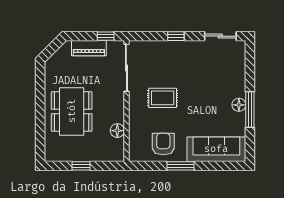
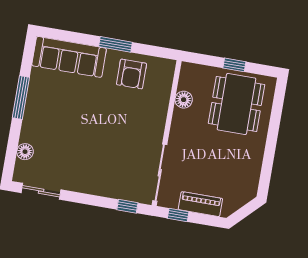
window: (176, 36) -> (127, 206), moved
rug: (163, 98) -> (123, 129), removed
floor lamp: (239, 105) -> (25, 152), moved
dining table: (72, 111) -> (236, 104), moved

